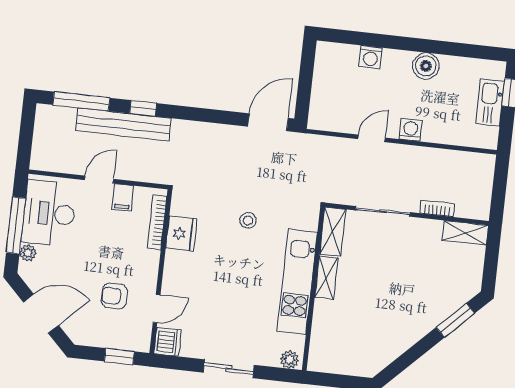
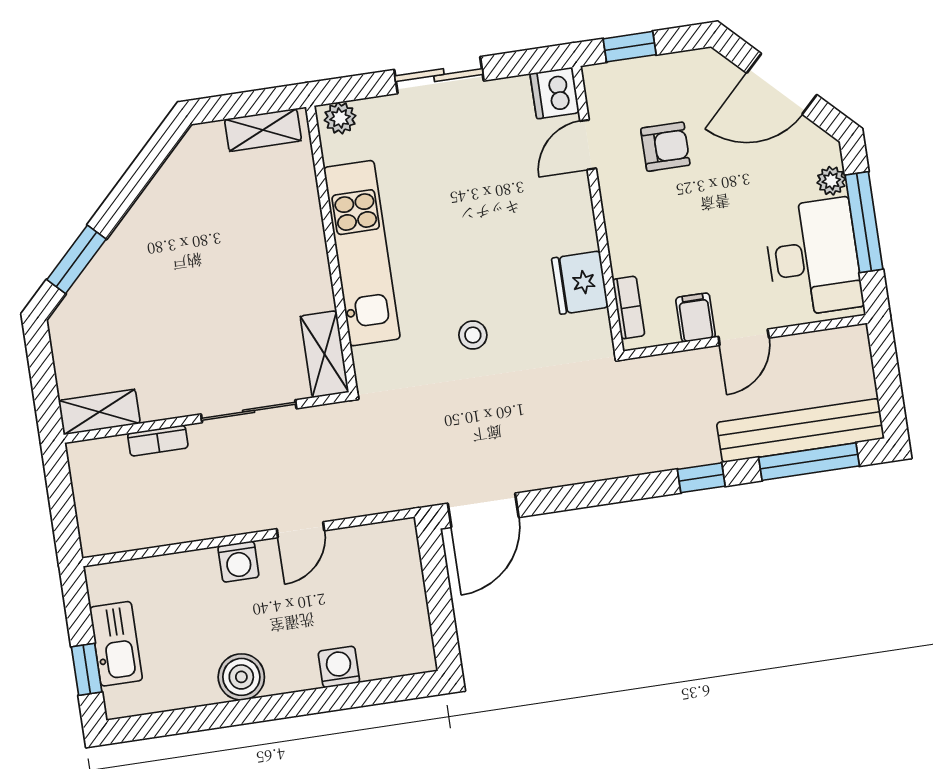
bench: (123, 124) -> (800, 430), moved
bookcase: (157, 222) -> (629, 307), width x0.64
shelving: (326, 278) -> (263, 130), moved, turned 90

